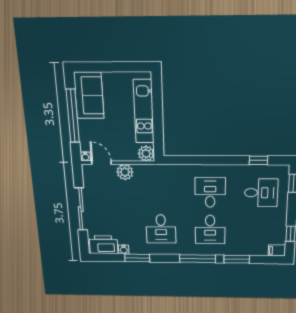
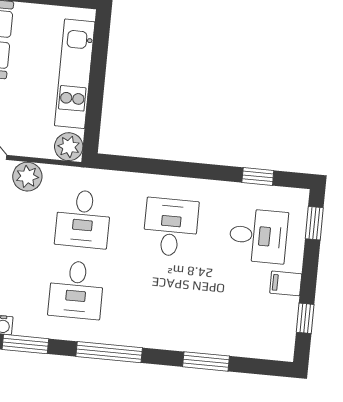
desk: (210, 229) -> (83, 219), moved
filing cabinet: (277, 250) -> (286, 283), moved
window: (198, 259) -> (109, 352), moved

